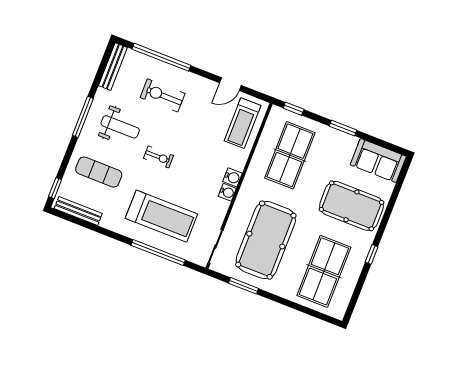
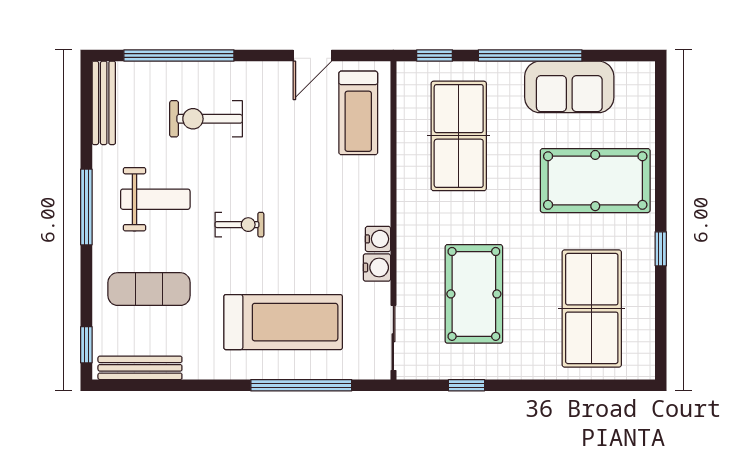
window: (343, 128) -> (530, 55), width x2.11
sofa: (378, 161) -> (569, 87), moved
water cooler: (233, 177) -> (377, 267), moved
pool table: (266, 240) -> (474, 294), width x0.73, depth x0.76
window: (244, 286) -> (466, 385), width x0.67

